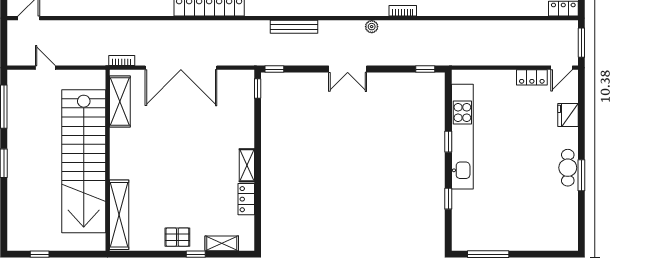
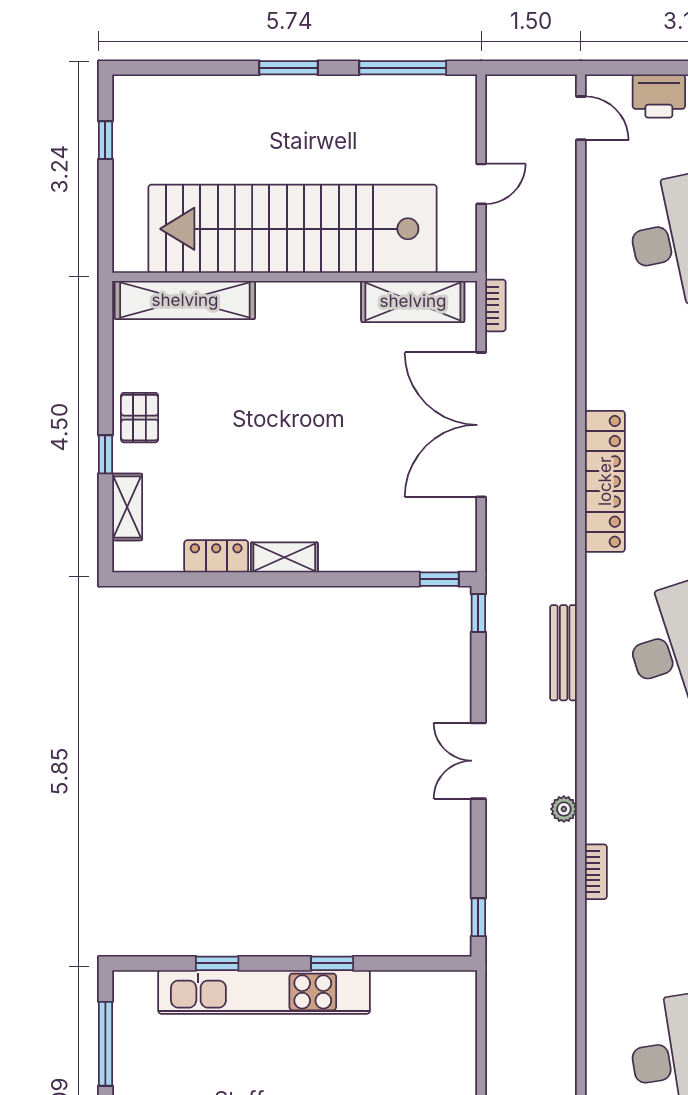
door: (45, 68) -> (481, 184), moved
kitchen unit: (462, 137) -> (264, 992), moved

